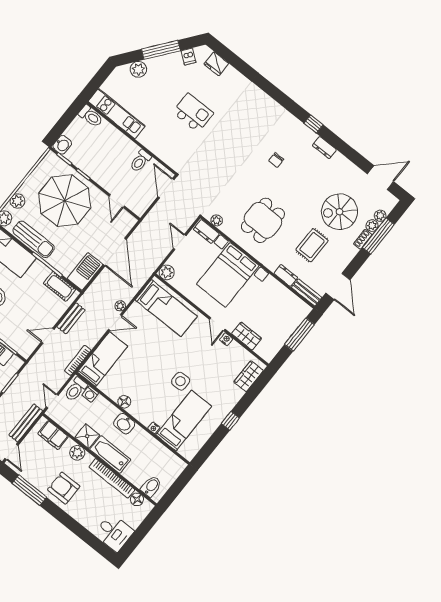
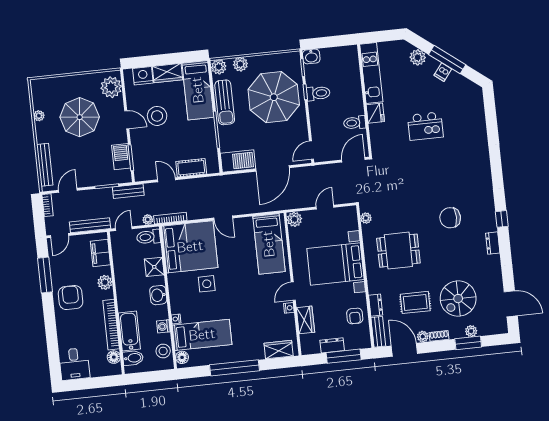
dishwasher: (189, 57) -> (443, 72), moved
fridge: (216, 64) -> (375, 113), moved, turned 180
kitchen island: (193, 113) -> (425, 126), turned 90
toilet: (91, 116) -> (318, 93), moved, turned -90
chair: (276, 160) -> (450, 218), width x1.87, depth x1.87
door: (117, 201) -> (311, 150), moved
spiral stairs: (340, 212) -> (458, 299), turned -90
plant: (380, 216) -> (423, 337), moved
dresser: (206, 231) -> (332, 345), moved, turned 90
window: (378, 236) -> (468, 343), width x0.69
shoe rack: (363, 239) -> (439, 336), moved
cot: (59, 286) -> (191, 168), moved, turned 90
door: (338, 286) -> (404, 350), swing flipped
armchair: (279, 298) -> (355, 316), added
plant: (120, 306) -> (148, 220), moved
bench: (71, 318) -> (128, 191), moved
bed: (103, 359) -> (190, 247), width x2.04
side table: (180, 381) -> (207, 284), moved
washing machine: (90, 394) -> (163, 326), moved
floor lamp: (124, 402) -> (182, 357), moved
window: (230, 421) -> (234, 368), width x3.17
shower: (87, 436) -> (154, 267), moved
bathtub: (110, 455) -> (129, 331), moved
stool: (168, 460) -> (163, 351), added

